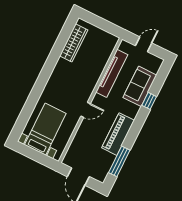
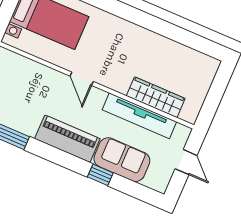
wardrobe: (74, 43) -> (156, 97), moved, turned 180
piano: (118, 134) -> (67, 139), moved

